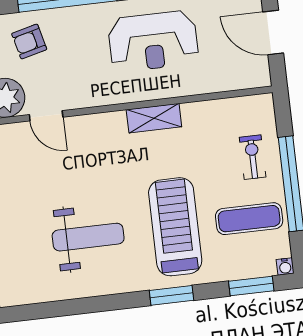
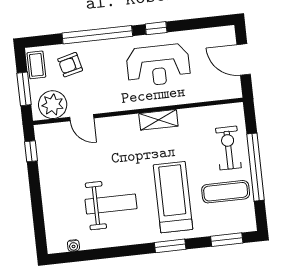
exercise bike: (253, 157) -> (228, 148), width x1.38, depth x1.39
water cooler: (285, 266) -> (73, 246), moved

